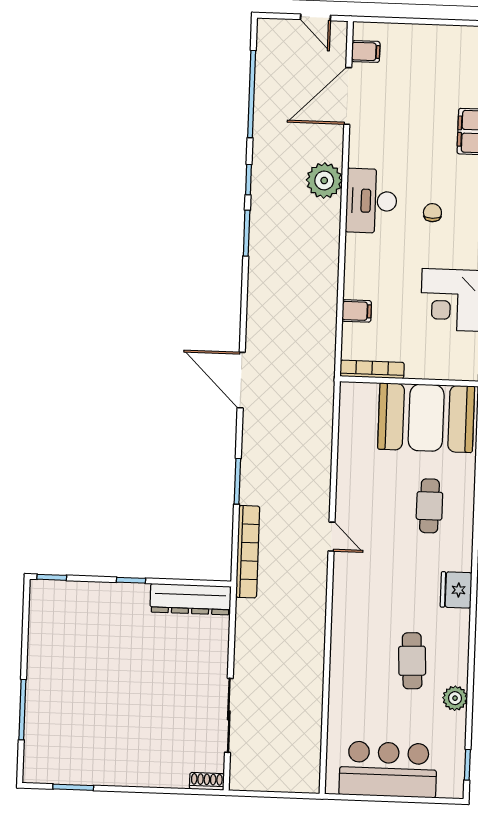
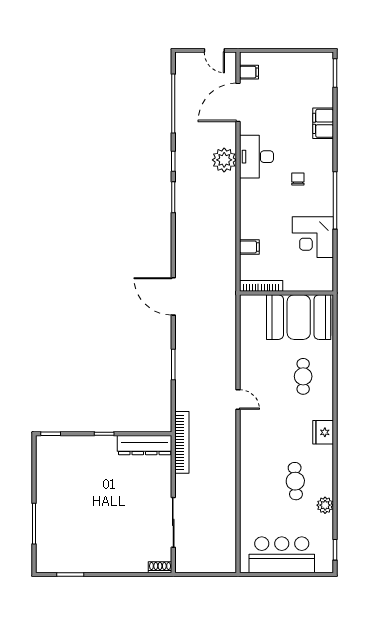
desk: (371, 201) -> (256, 157), moved
bookcase: (248, 552) -> (182, 442), moved

